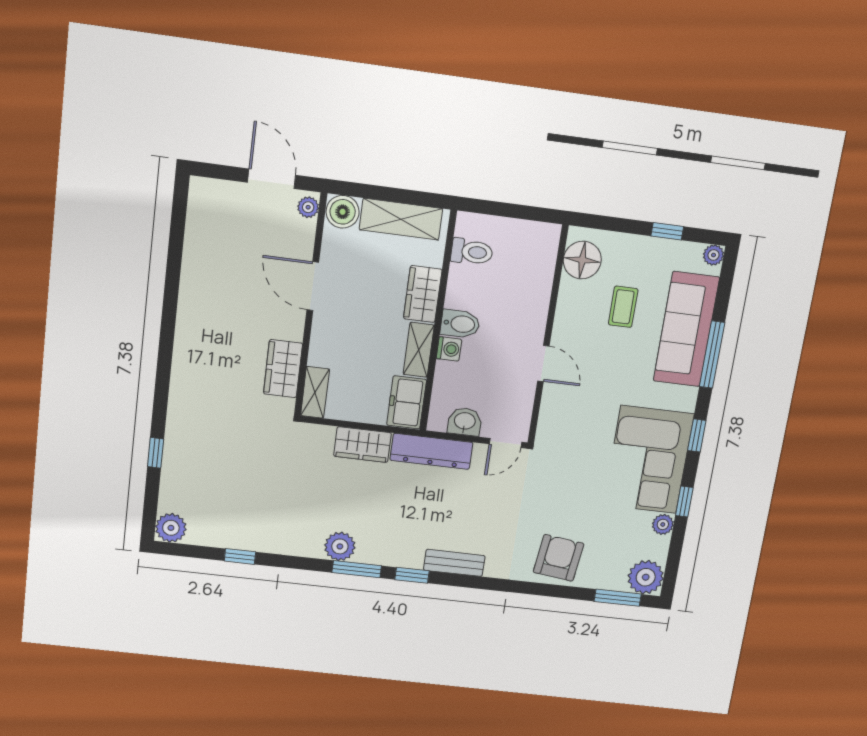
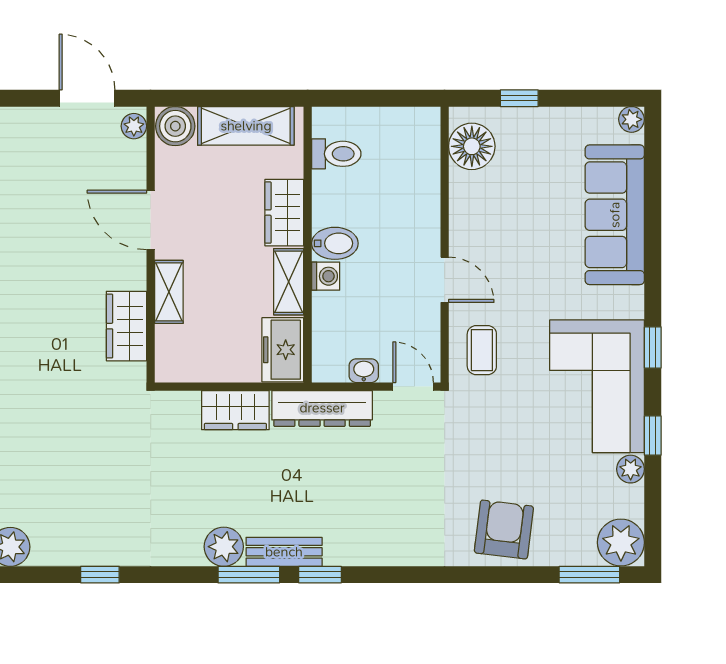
window: (667, 231) -> (519, 98), moved
coffee table: (623, 307) -> (482, 350), moved
window: (712, 355) -> (653, 242), removed
shelving: (315, 392) -> (169, 292), moved
washbasin: (465, 422) -> (364, 371), width x0.72, depth x0.69
door: (506, 443) -> (413, 387), swing flipped
bench: (454, 563) -> (284, 552), moved

